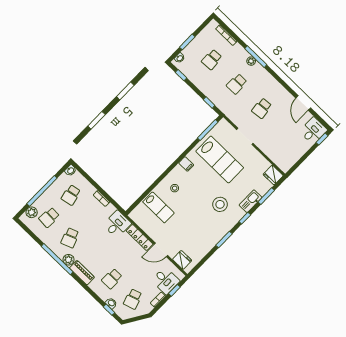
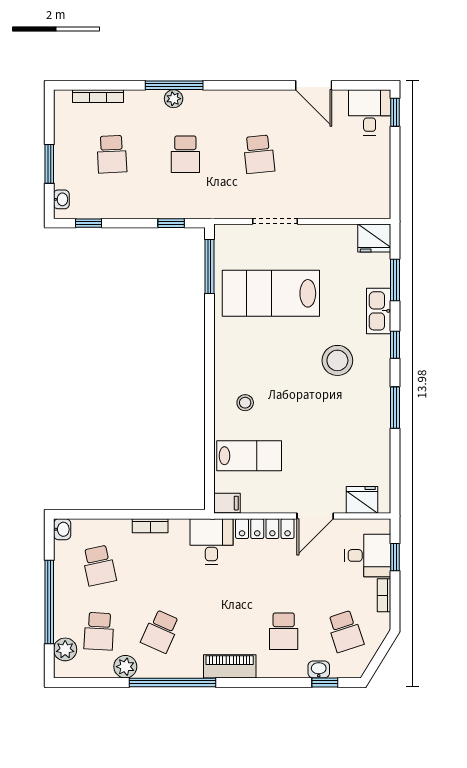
lab bench: (220, 160) -> (271, 293), turned 180
filing cabinet: (186, 164) -> (227, 503), moved
school desk: (70, 238) -> (161, 631), turned 45
plant: (68, 260) -> (125, 667), moved

